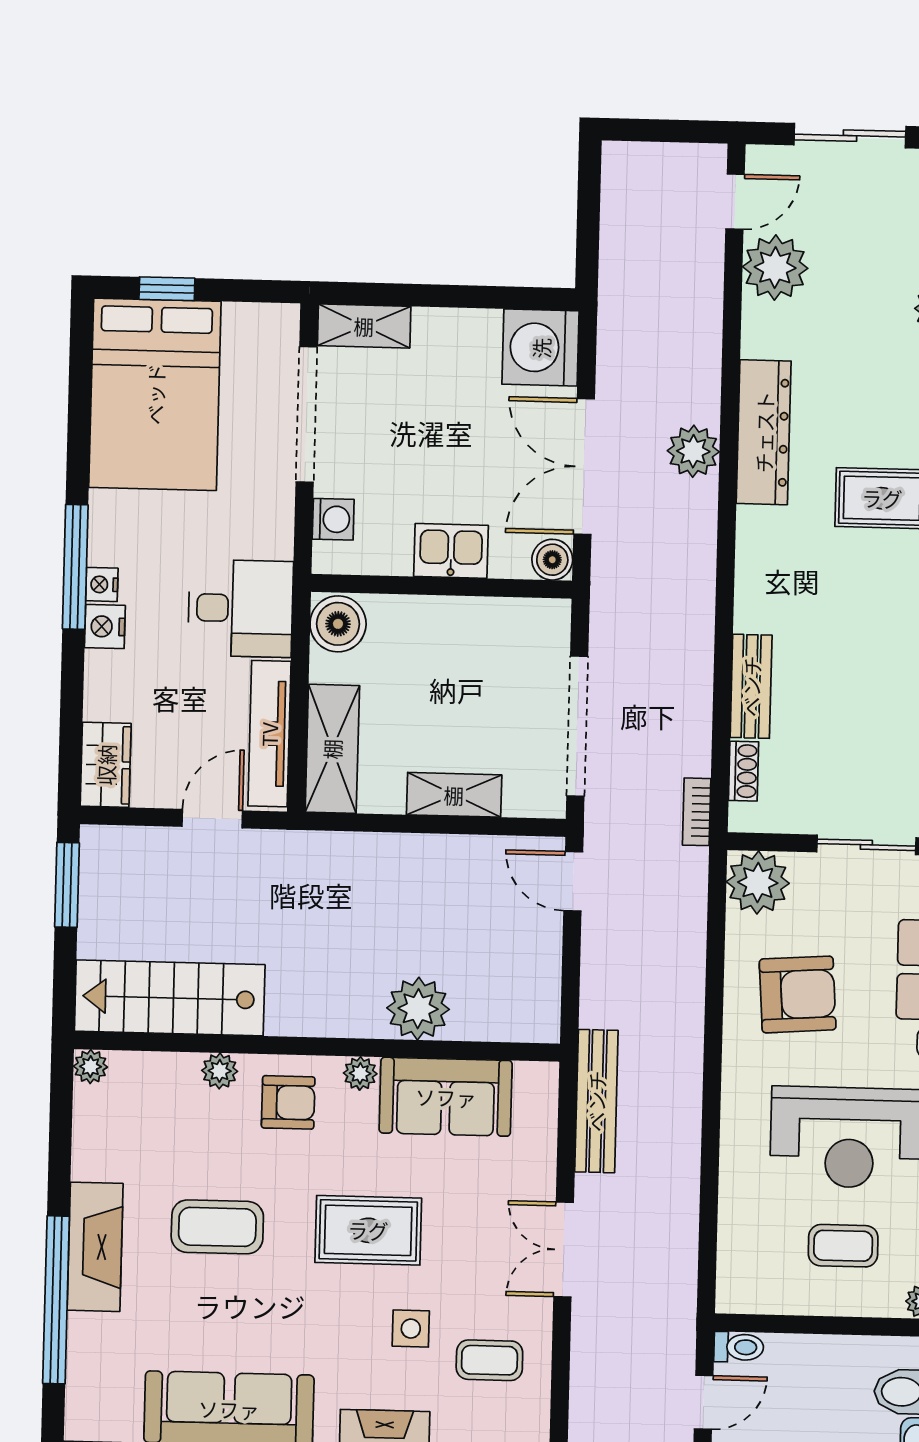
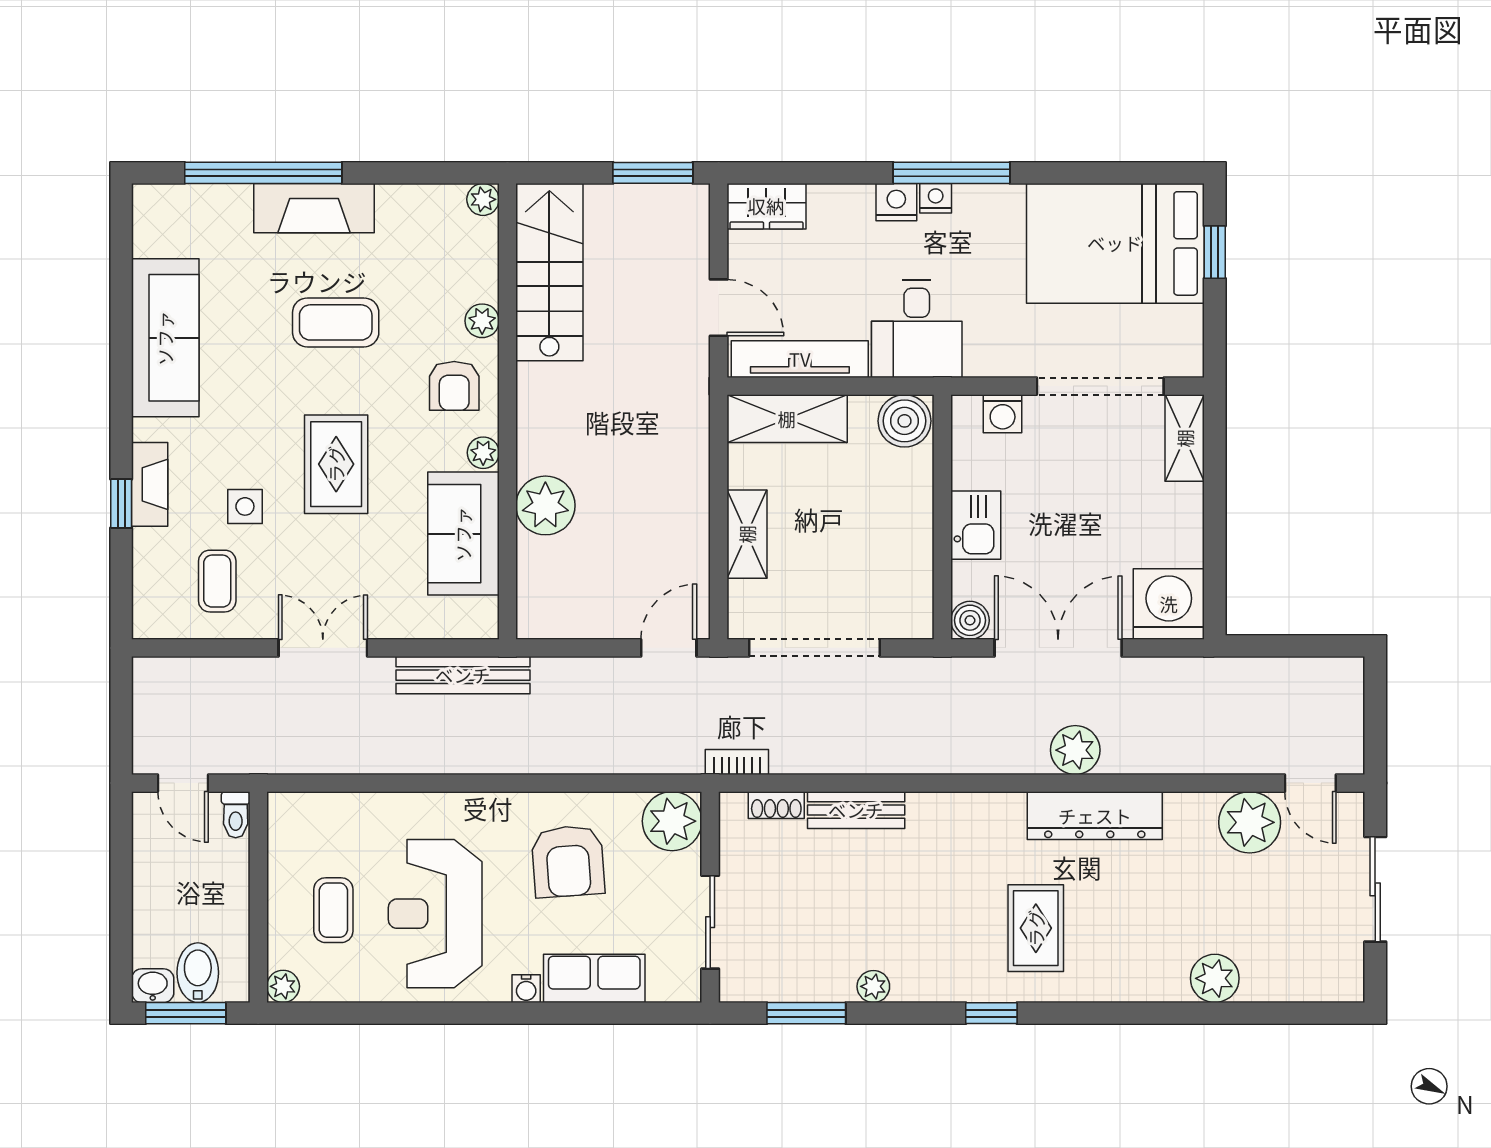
coffee table: (217, 1227) -> (336, 322), turned 90

